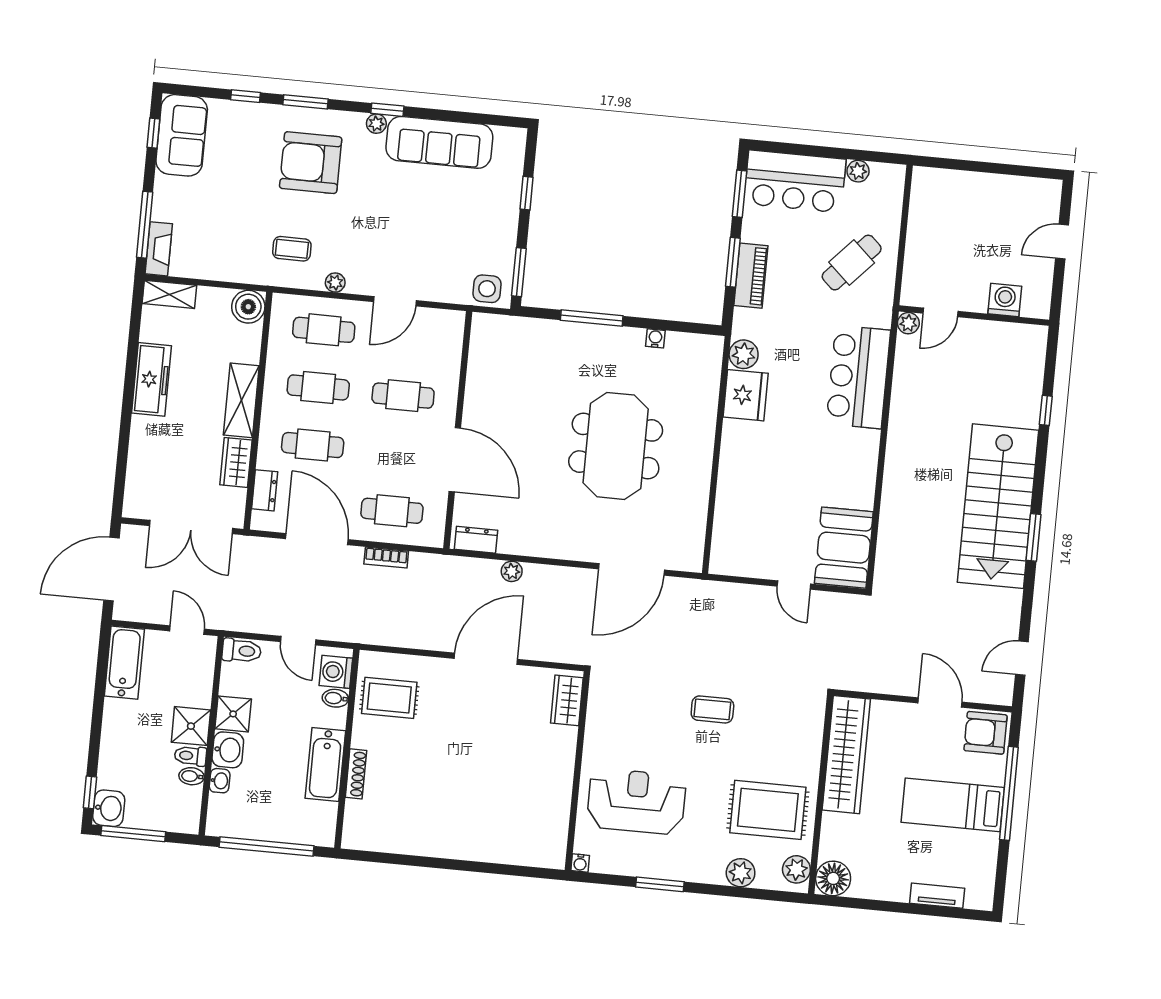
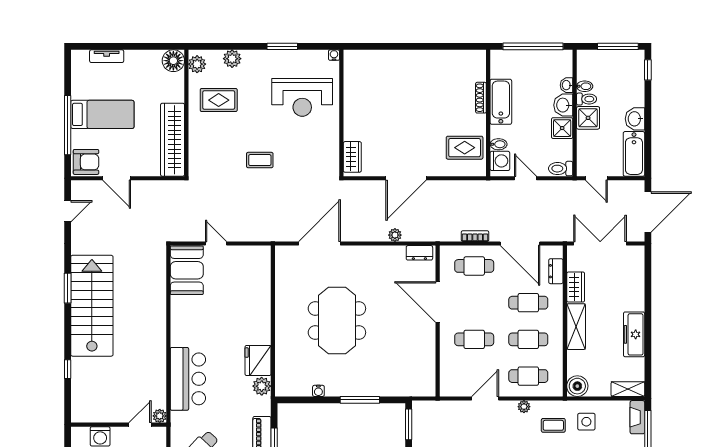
side table: (487, 289) -> (586, 422), moved
washbasin: (109, 808) -> (635, 119), moved
rug: (768, 810) -> (219, 100), width x0.73, depth x0.70

